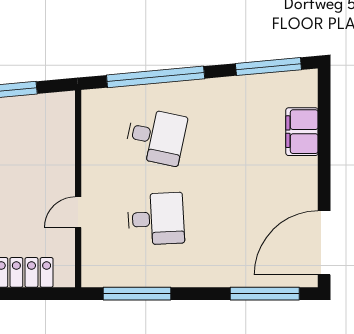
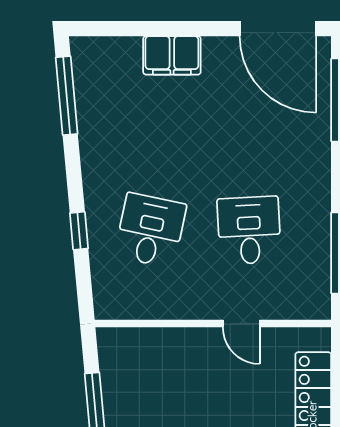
window: (156, 77) -> (79, 231), width x0.32
filing cabinet: (302, 132) -> (172, 55), moved

